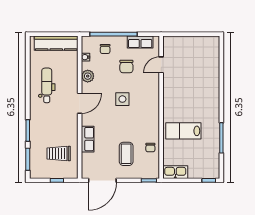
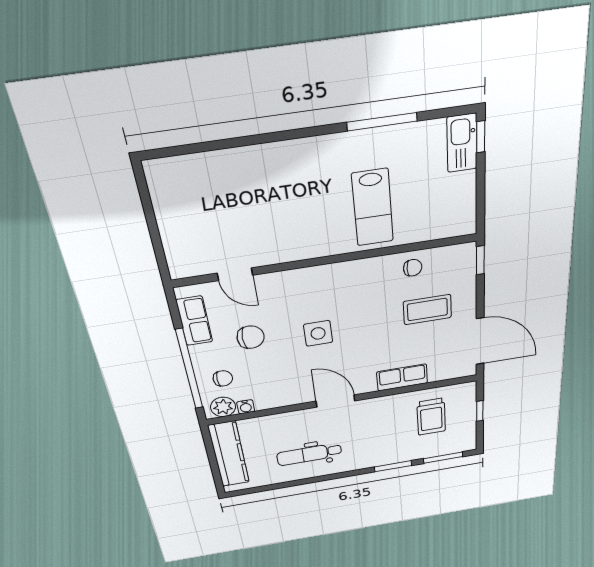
plant: (88, 76) -> (223, 407), moved
kitchen sink: (175, 172) -> (462, 143), moved

